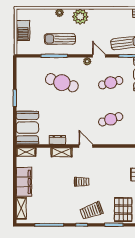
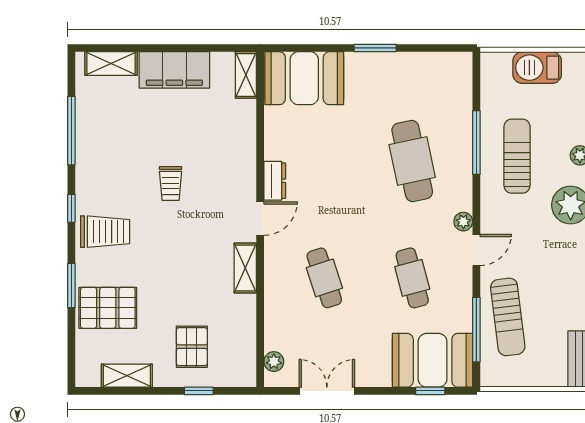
cafe table: (62, 83) -> (412, 161), turned -30
dresser: (57, 140) -> (275, 181), moved
shelving: (62, 152) -> (245, 268), moved
trolley: (82, 182) -> (171, 184), moved
trolley: (91, 211) -> (105, 232), turned 110

